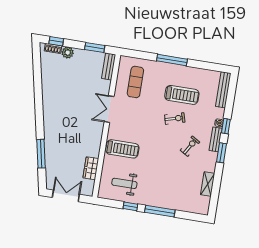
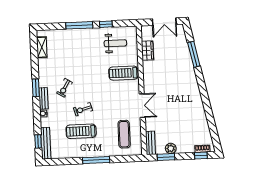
plant: (68, 53) -> (171, 148), moved
window: (226, 126) -> (38, 141), moved
shelving: (208, 184) -> (42, 47), moved

